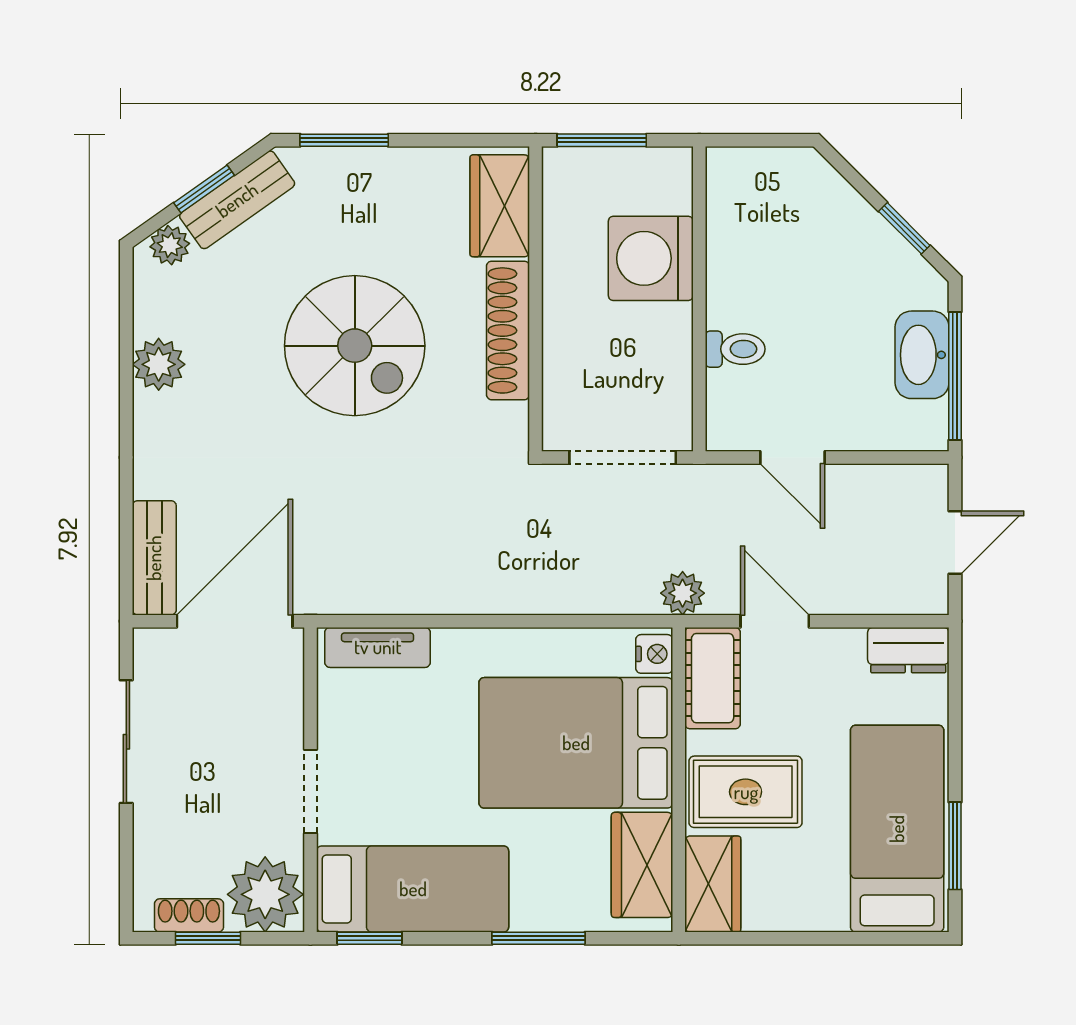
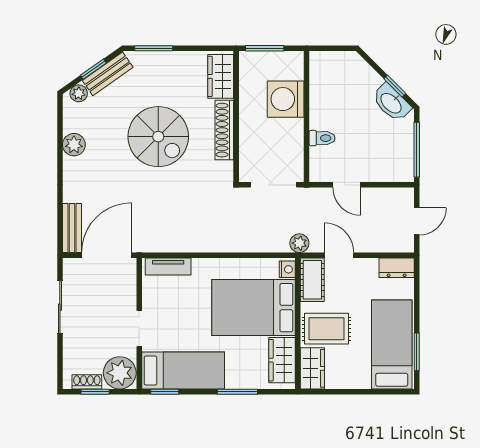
washbasin: (922, 355) -> (391, 103), moved, turned -45

